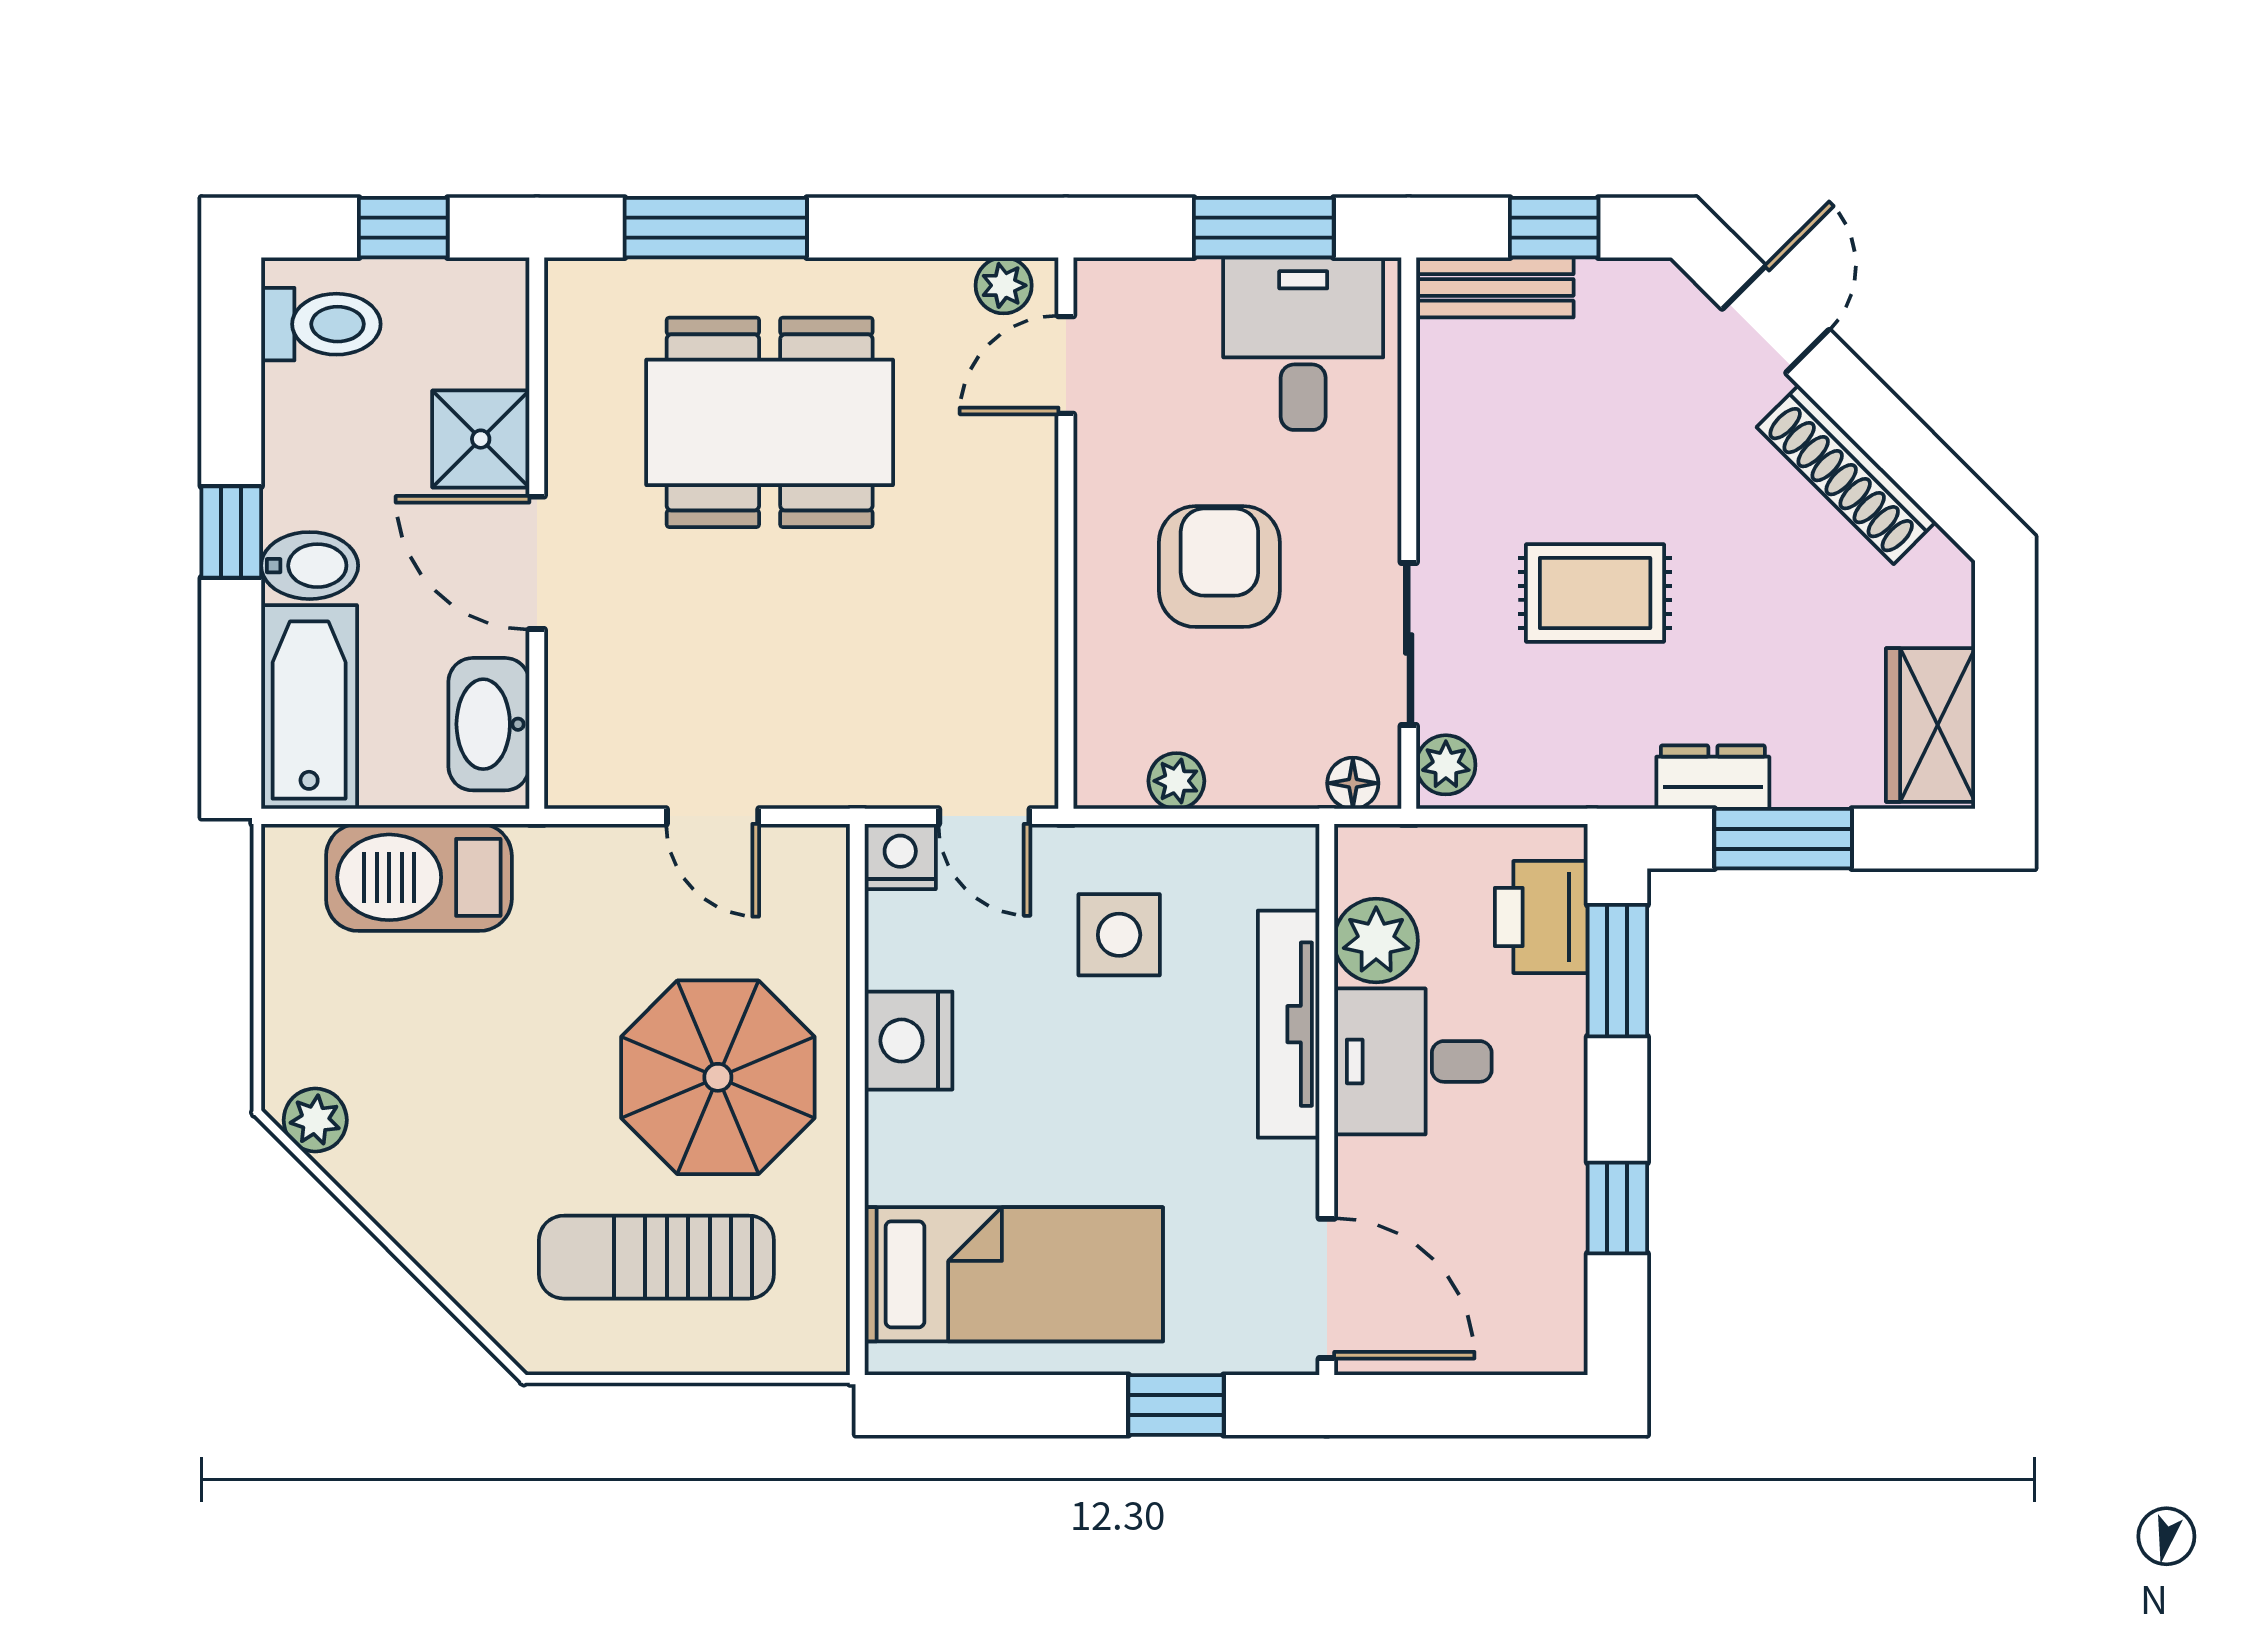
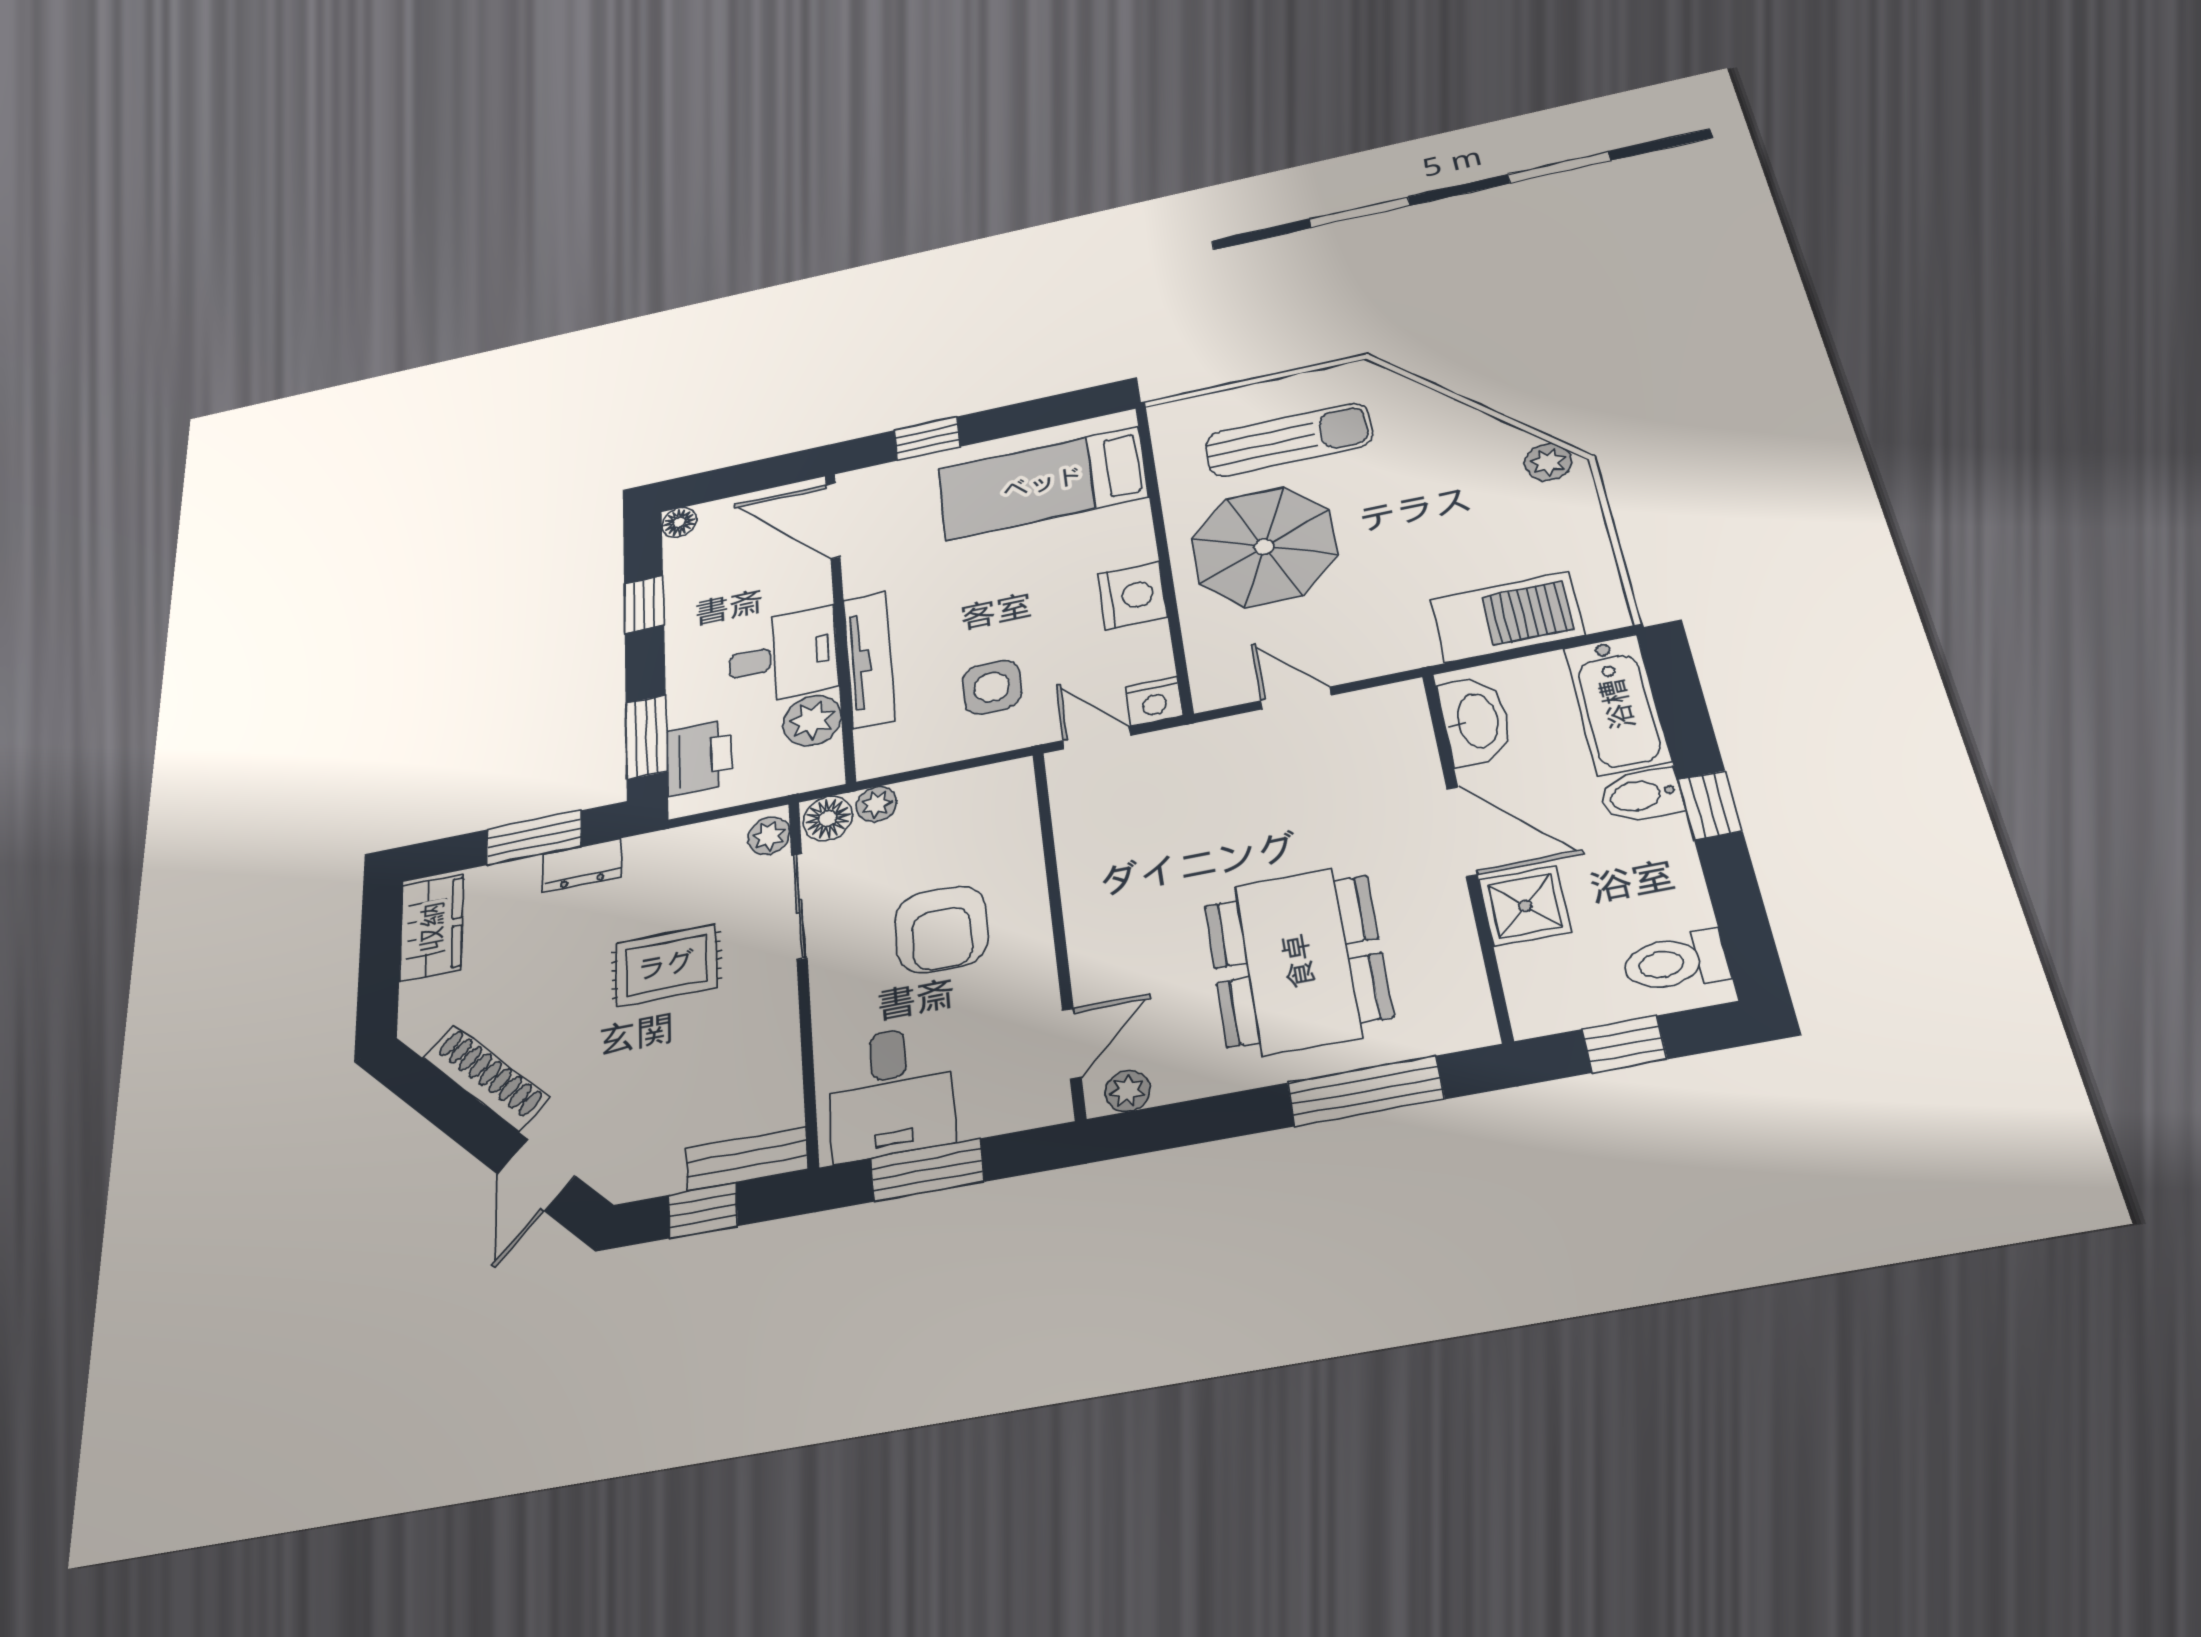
dining table: (770, 422) -> (1298, 961), turned 90
plant: (1176, 781) -> (877, 804), moved
floor lamp: (1353, 783) -> (828, 818), width x1.37, depth x1.37
floor lamp: (1560, 1348) -> (679, 522), added

